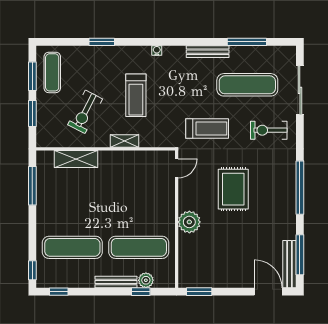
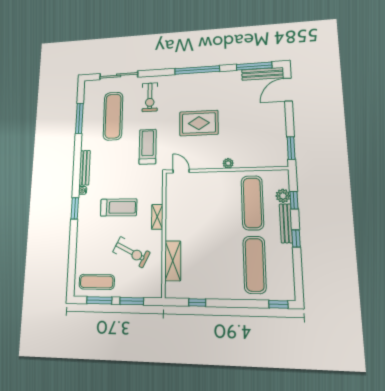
window: (102, 42) -> (75, 208), moved
bench: (208, 52) -> (85, 168), moved
window: (32, 186) -> (197, 303), width x0.46
plant: (189, 222) -> (228, 163), width x0.53, depth x0.53
window: (59, 292) -> (296, 238), moved

